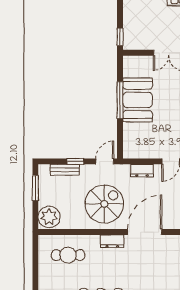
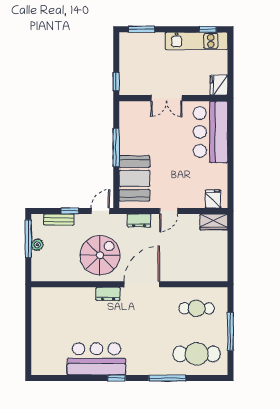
booth: (138, 100) -> (134, 178), moved
window: (35, 188) -> (28, 239), width x1.44
plant: (49, 217) -> (37, 245), moved, width x0.53, depth x0.53
cafe table: (68, 255) -> (62, 308), removed

